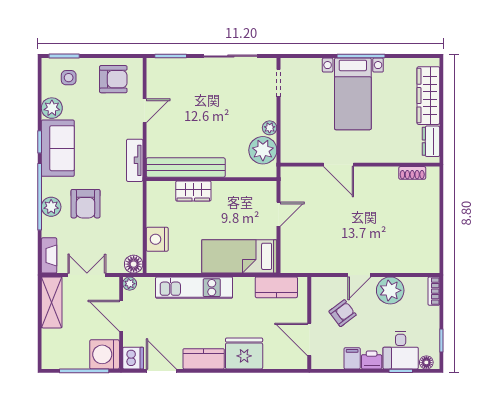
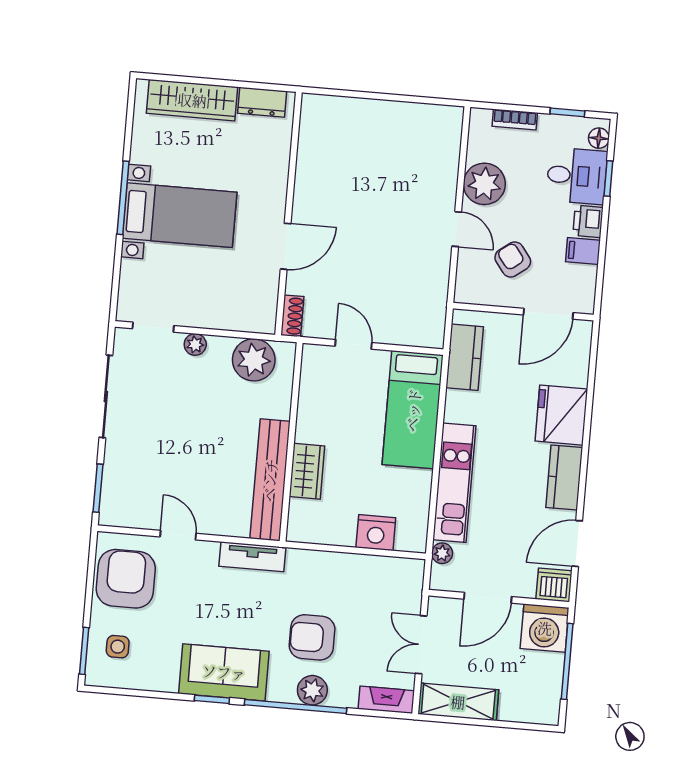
armchair: (113, 79) -> (126, 579), width x1.36, depth x1.36
plant: (52, 108) -> (162, 676), removed
plant: (270, 128) -> (195, 345), moved
shoe rack: (412, 173) -> (292, 316), moved
armchair: (86, 204) -> (312, 637), turned 180
floor lamp: (134, 264) -> (411, 572), removed
plant: (130, 284) -> (442, 553), moved
bookcase: (434, 291) -> (515, 119), moved

